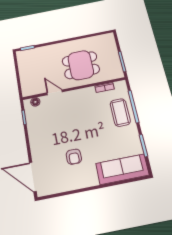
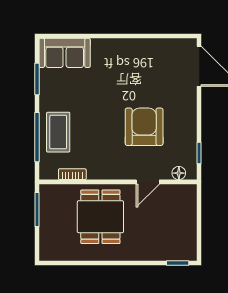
dining table: (81, 65) -> (100, 217), turned 90
door: (55, 92) -> (148, 182), hinge flipped
armchair: (74, 157) -> (144, 127), moved, width x1.88, depth x1.88
sofa: (122, 169) -> (65, 53), width x0.73

